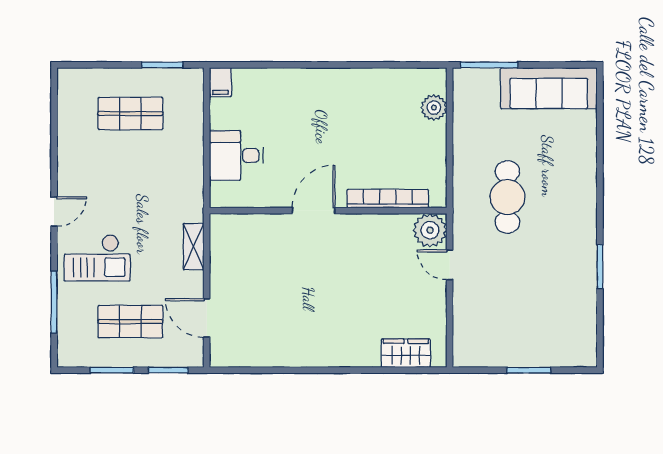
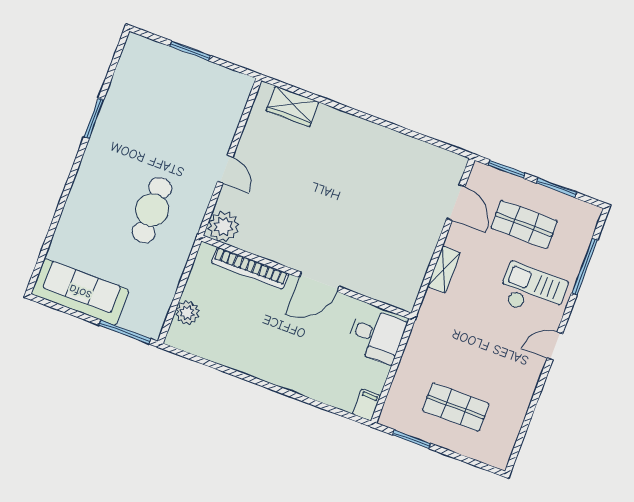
bookcase: (388, 199) -> (250, 268), moved
door: (314, 211) -> (319, 282), moved
wall: (328, 211) -> (306, 277), moved
plant: (430, 230) -> (223, 226), moved

